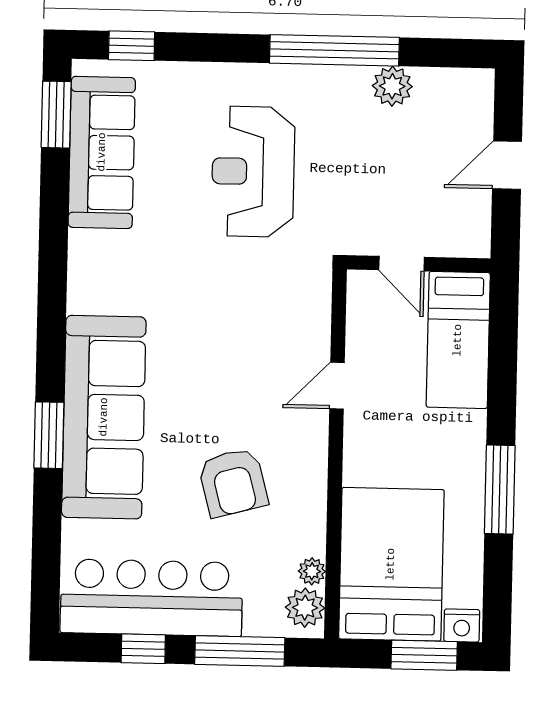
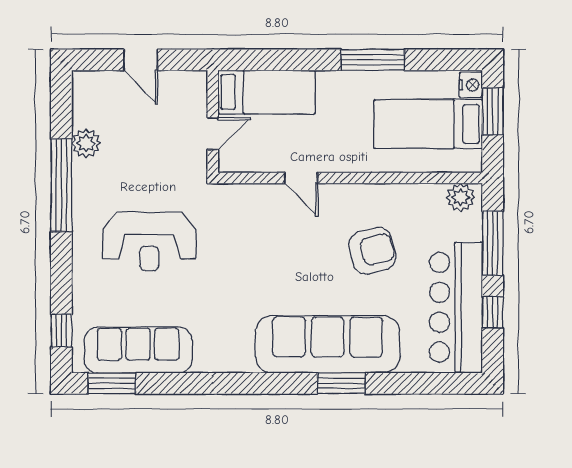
bed: (391, 564) -> (428, 124), width x0.67
plant: (312, 571) -> (434, 193), removed

